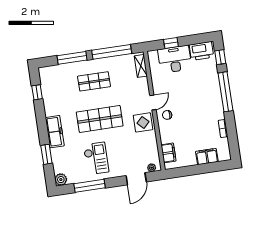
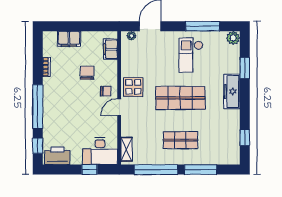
desk: (175, 59) -> (100, 151), moved
chair: (186, 129) -> (87, 73), added

